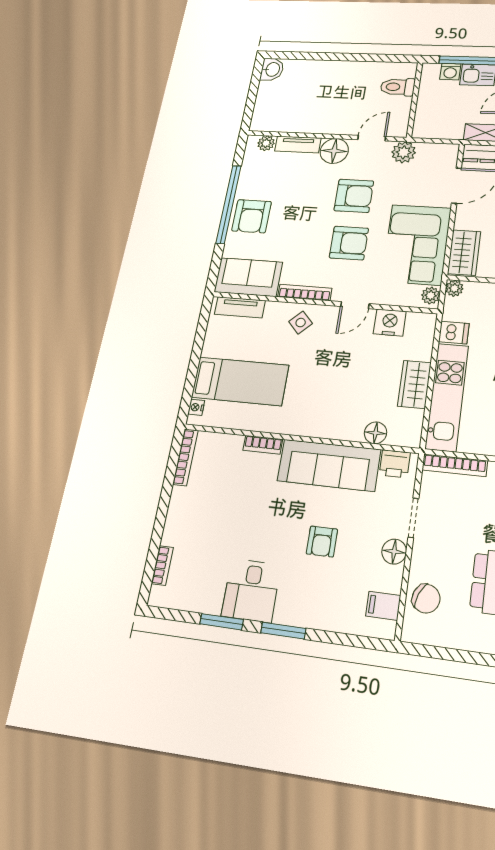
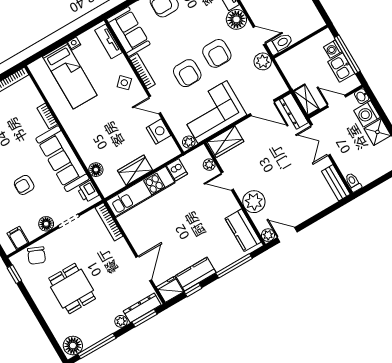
toilet: (398, 87) -> (280, 44), moved, turned 90
plant: (454, 288) -> (209, 165), moved
nightstand: (196, 407) -> (74, 43), moved
window: (428, 651) -> (14, 274), added

